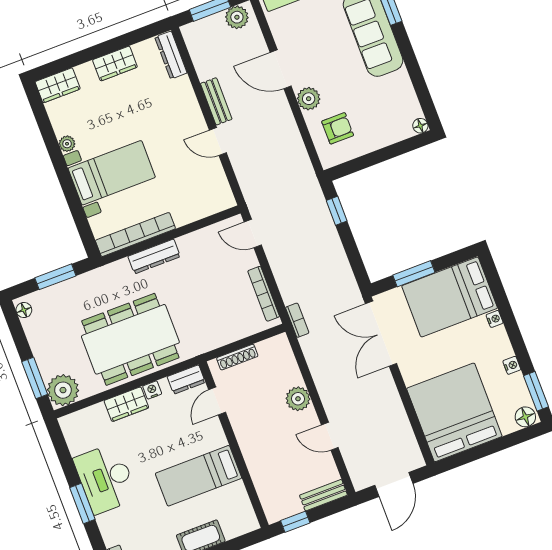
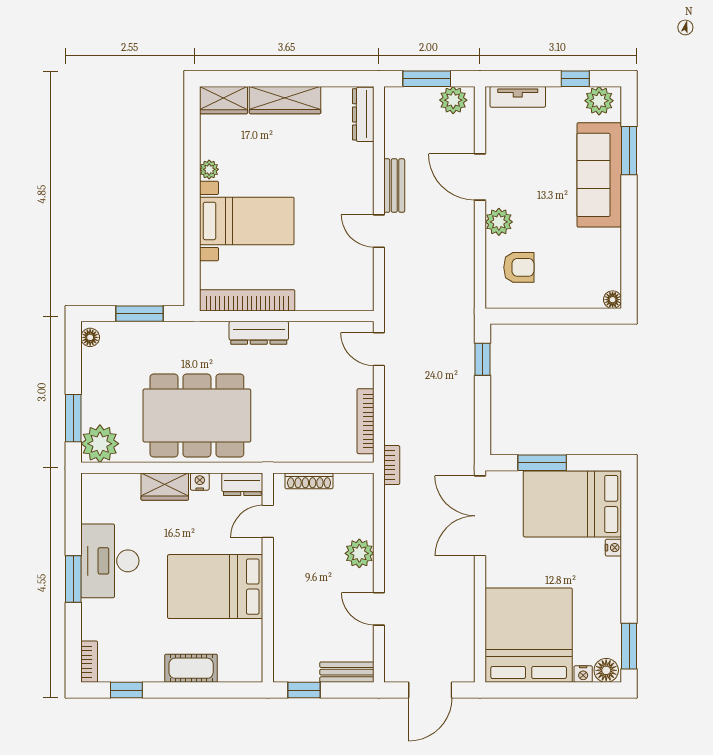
wardrobe: (115, 64) -> (285, 100), width x1.50
nightstand: (512, 365) -> (583, 674), moved, turned 90
bed: (199, 476) -> (215, 587), width x1.50

